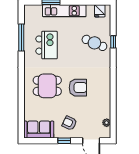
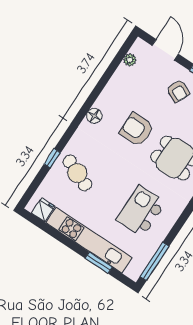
kitchen unit: (64, 11) -> (89, 240), width x1.36
window: (21, 38) -> (155, 261), moved
floor lamp: (106, 80) -> (94, 116), added

